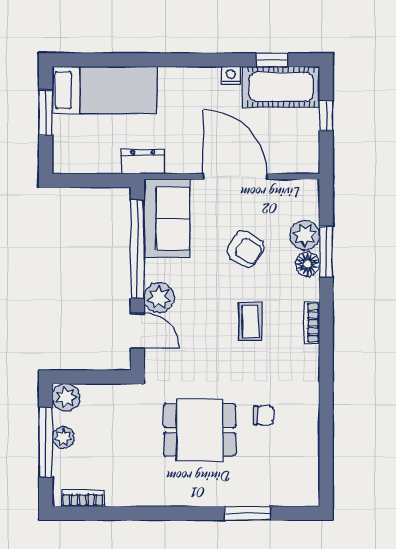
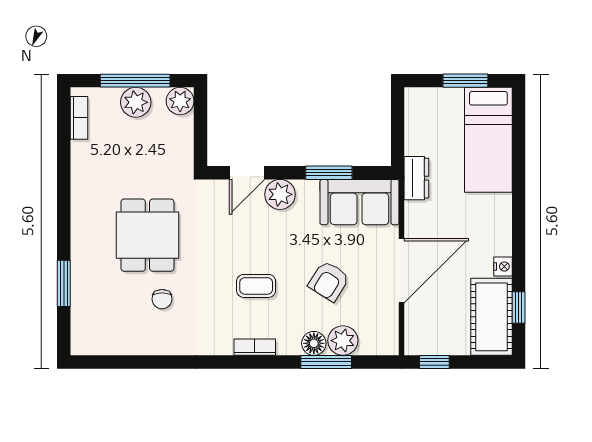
window: (326, 116) -> (434, 362), moved
window: (137, 249) -> (329, 173), width x0.47
plant: (63, 437) -> (136, 102), width x1.38, depth x1.38

